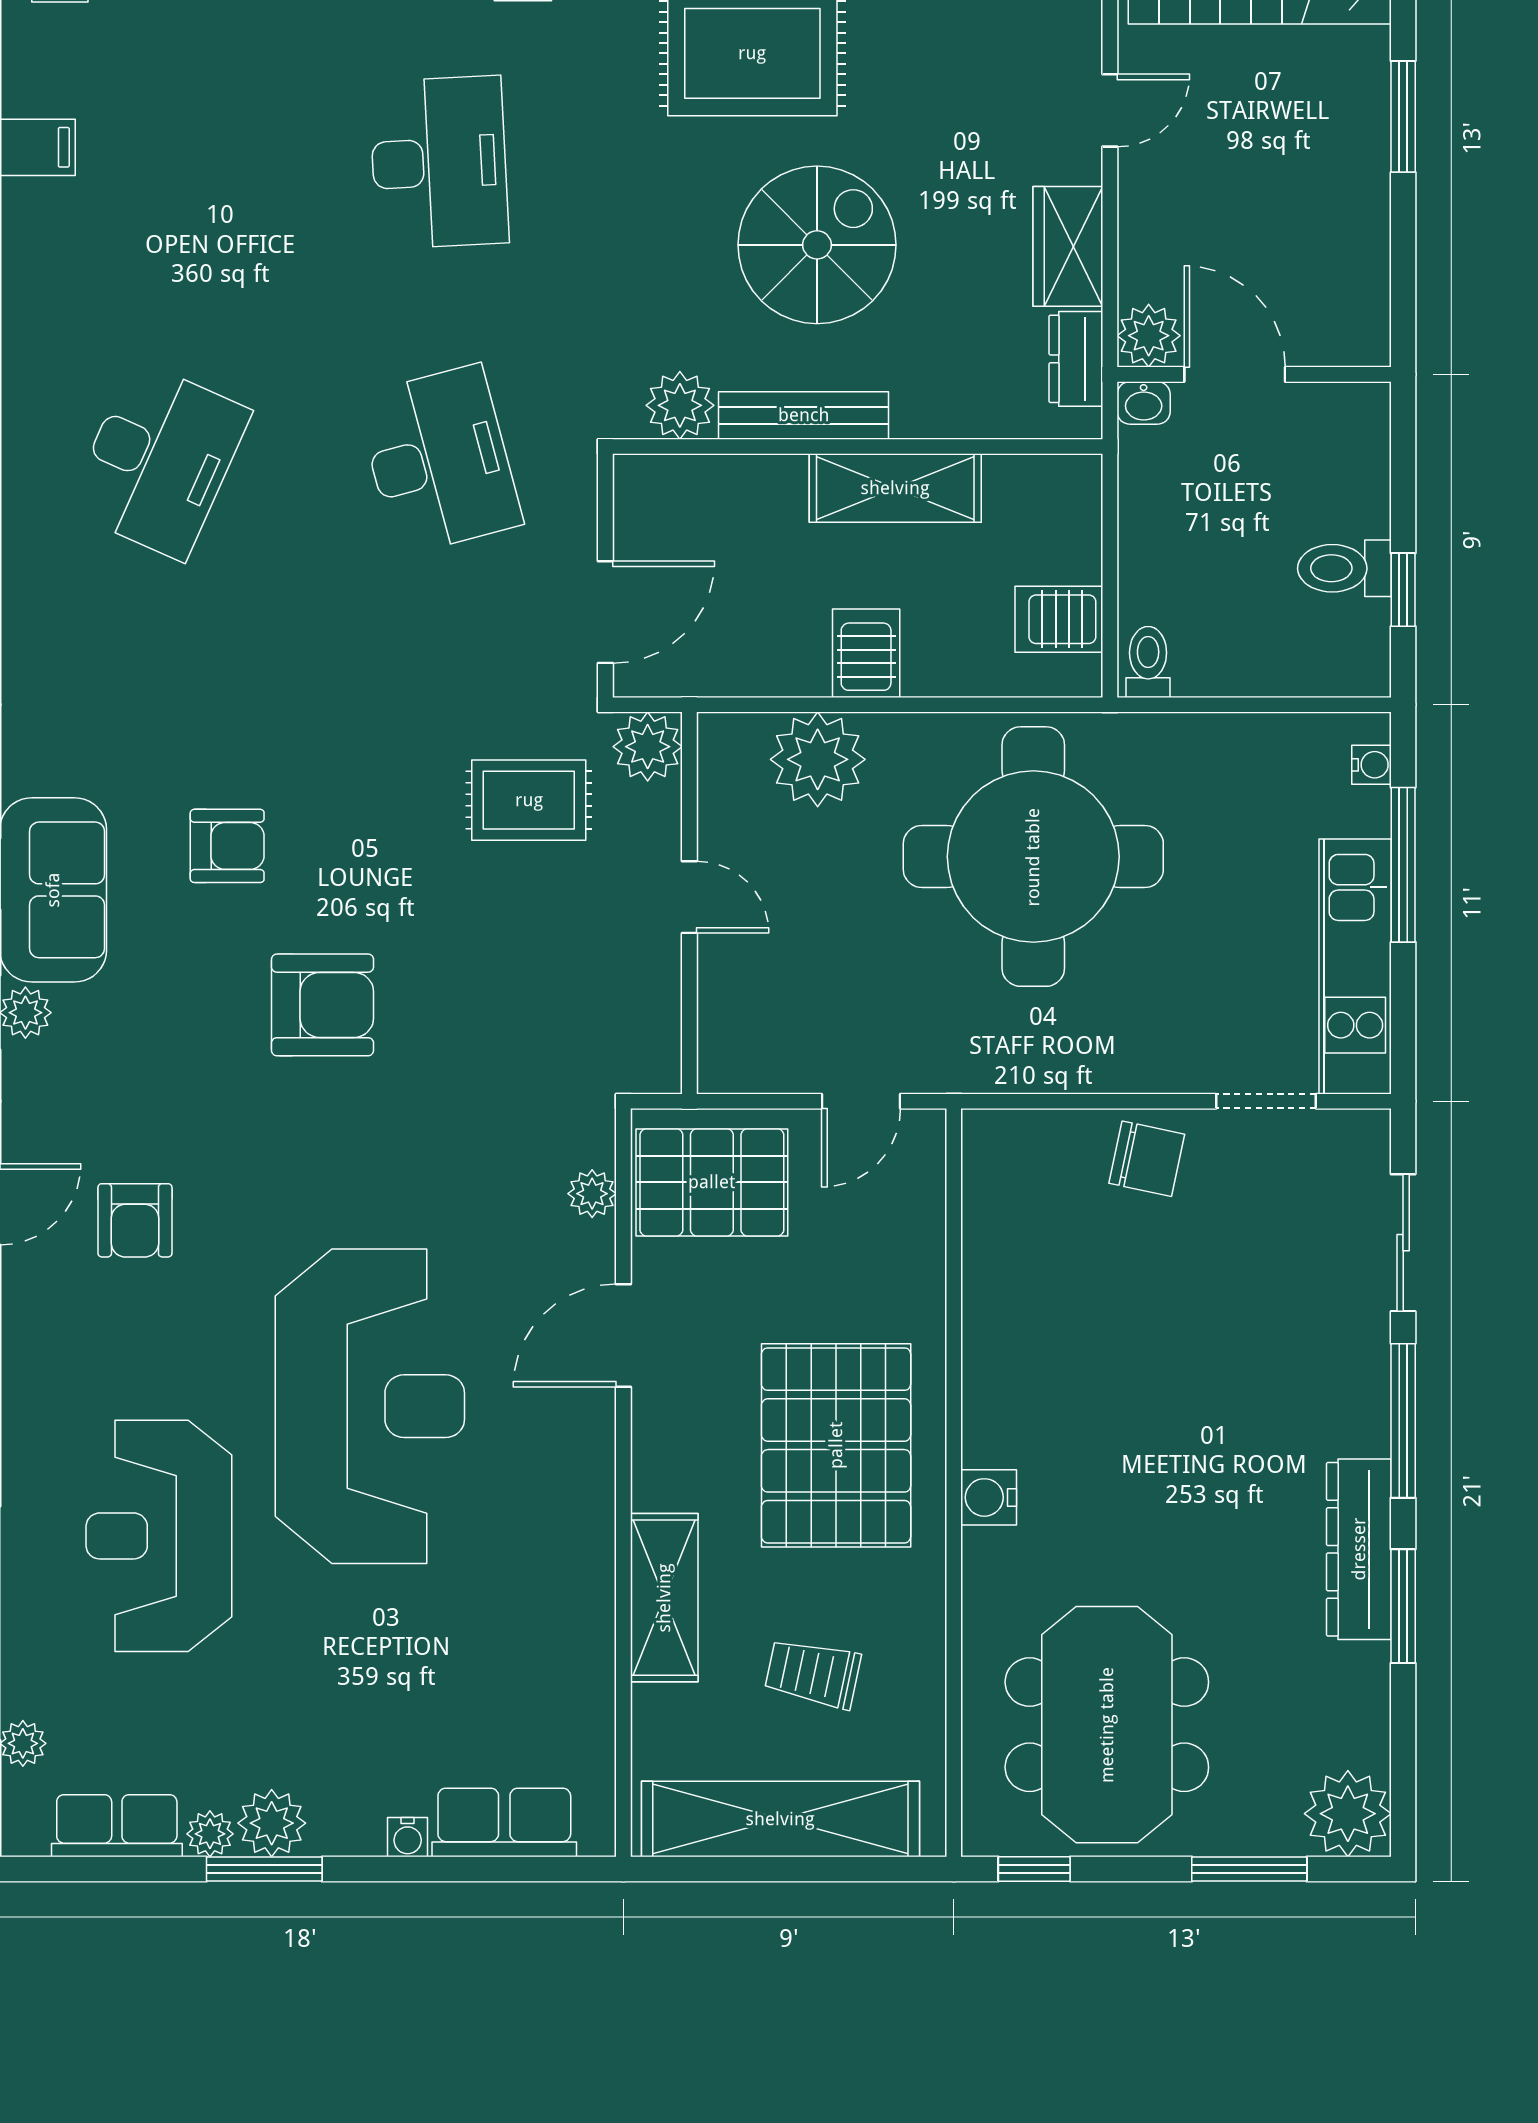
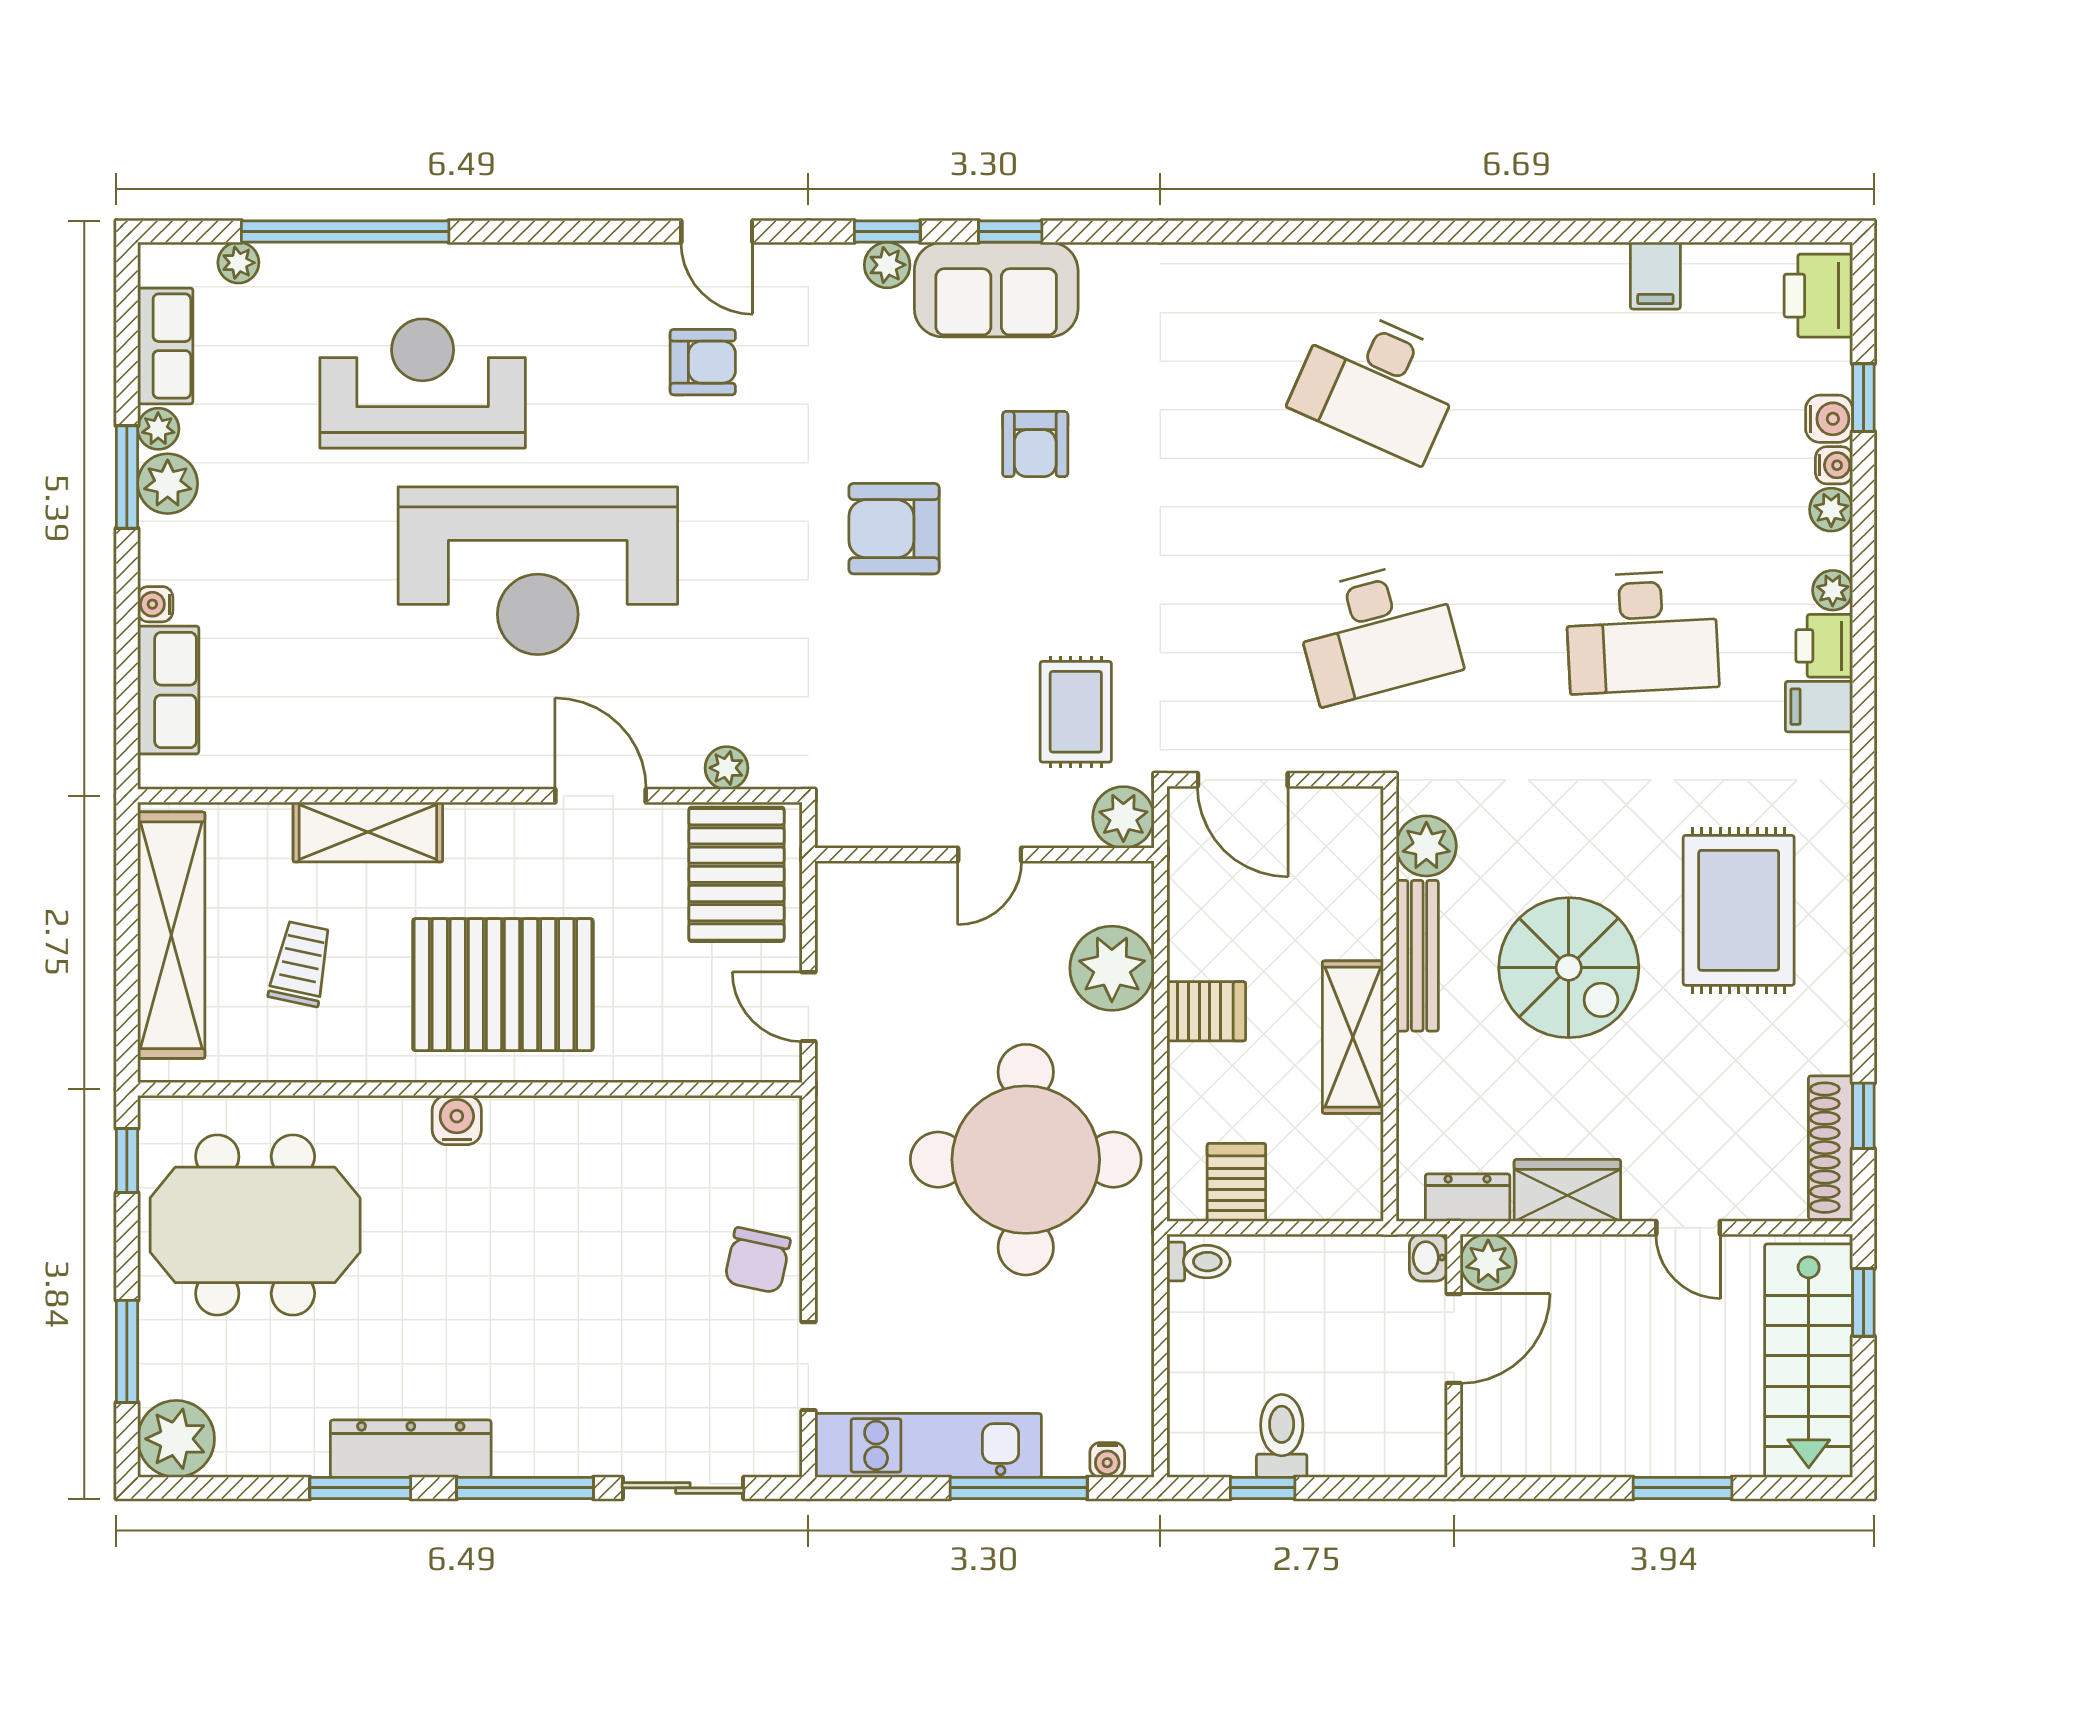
armchair: (323, 1005) -> (894, 529), turned 90
armchair: (135, 1220) -> (703, 362), turned 180

